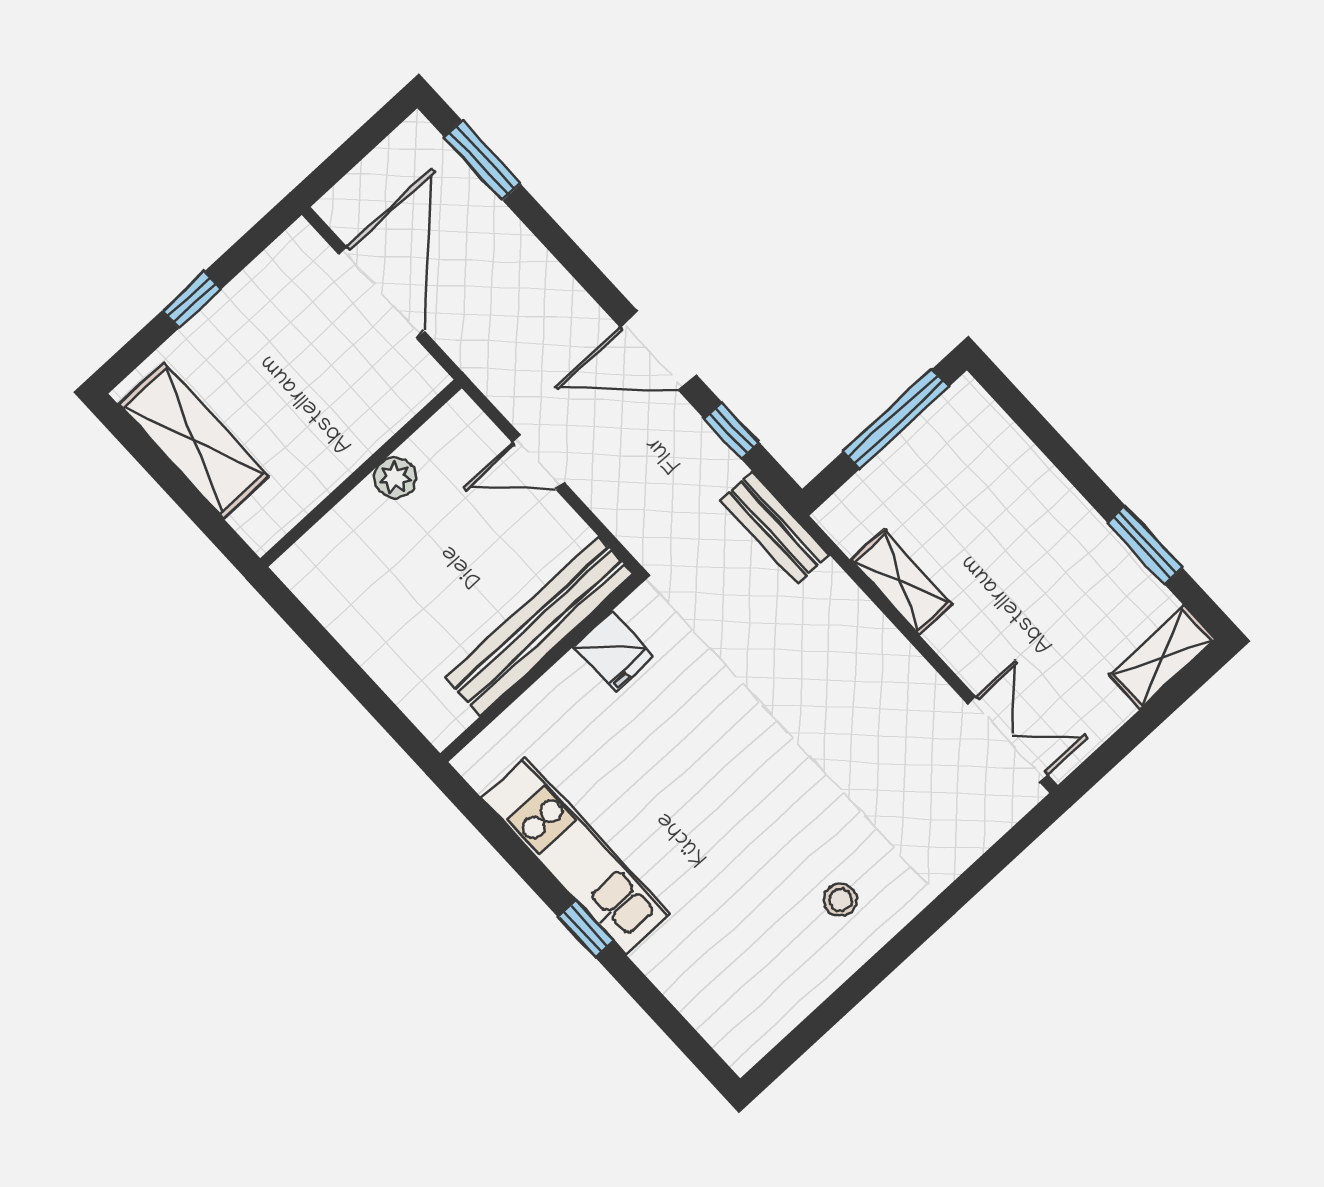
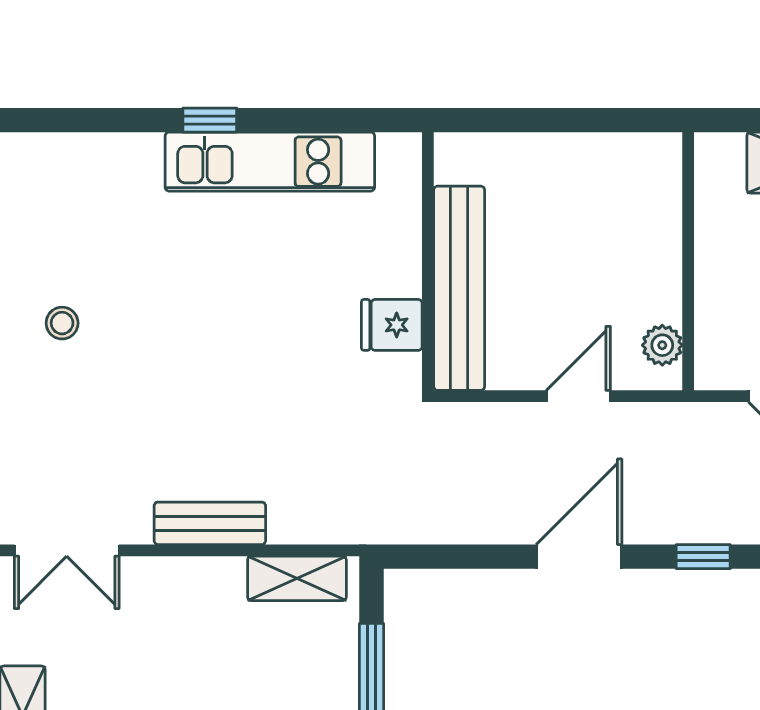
window: (732, 431) -> (703, 557), moved
plant: (395, 478) -> (662, 345), moved
bench: (775, 528) -> (210, 523), moved
shelving: (901, 582) -> (297, 578), moved

